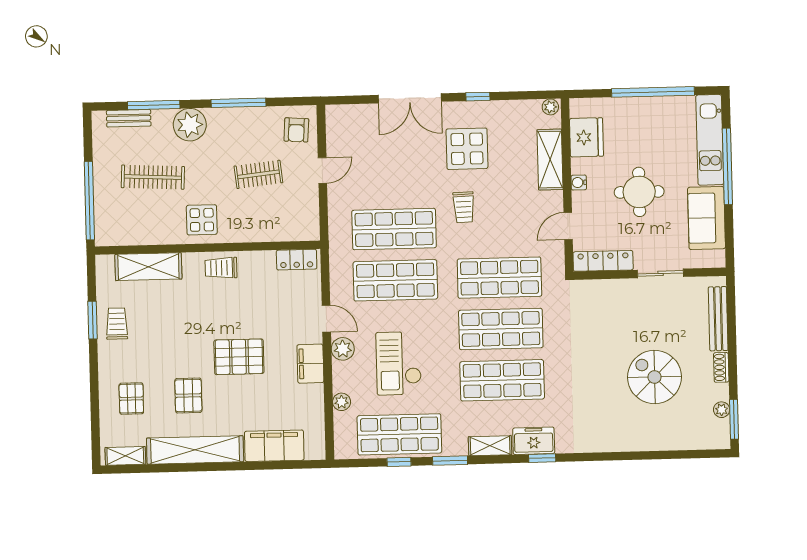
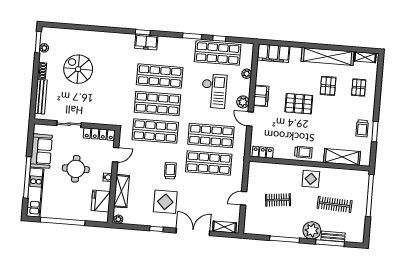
bench: (129, 118) -> (333, 236), moved
armchair: (296, 130) -> (255, 222), removed
spiral stairs: (655, 377) -> (78, 69), turned 180
filing cabinet: (274, 446) -> (273, 53), moved
shelving: (490, 446) -> (224, 227), moved

